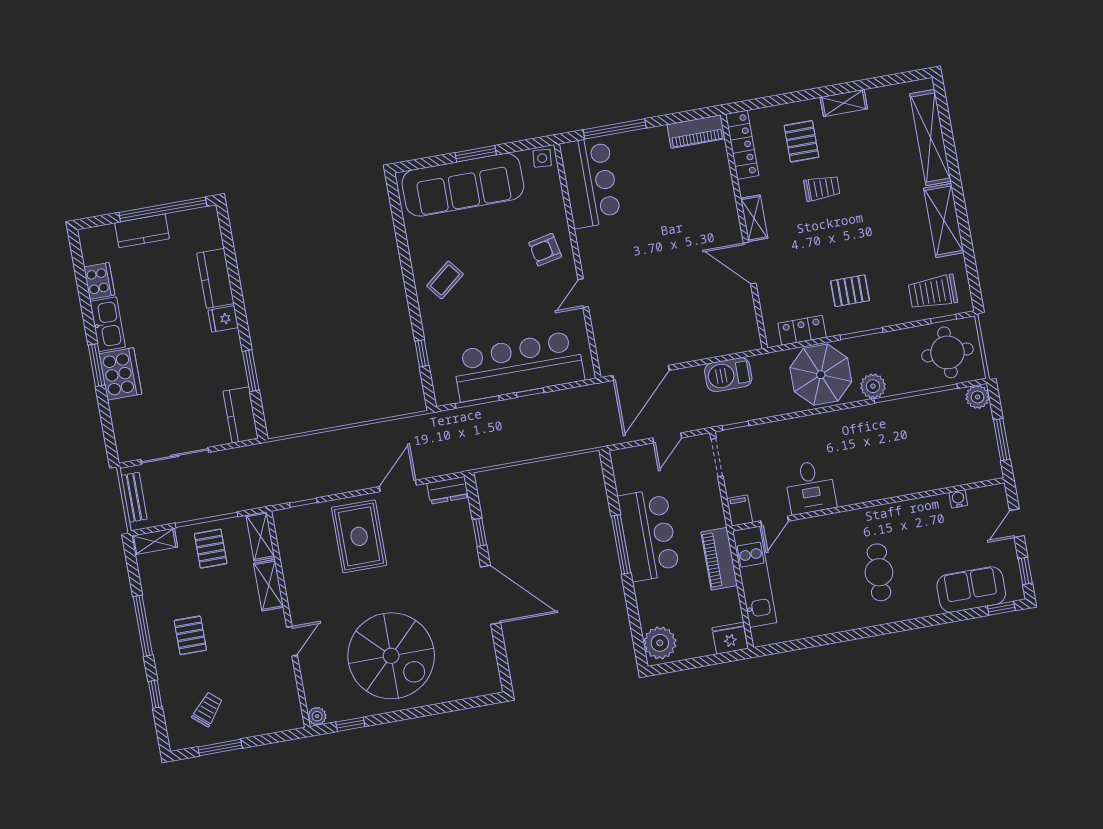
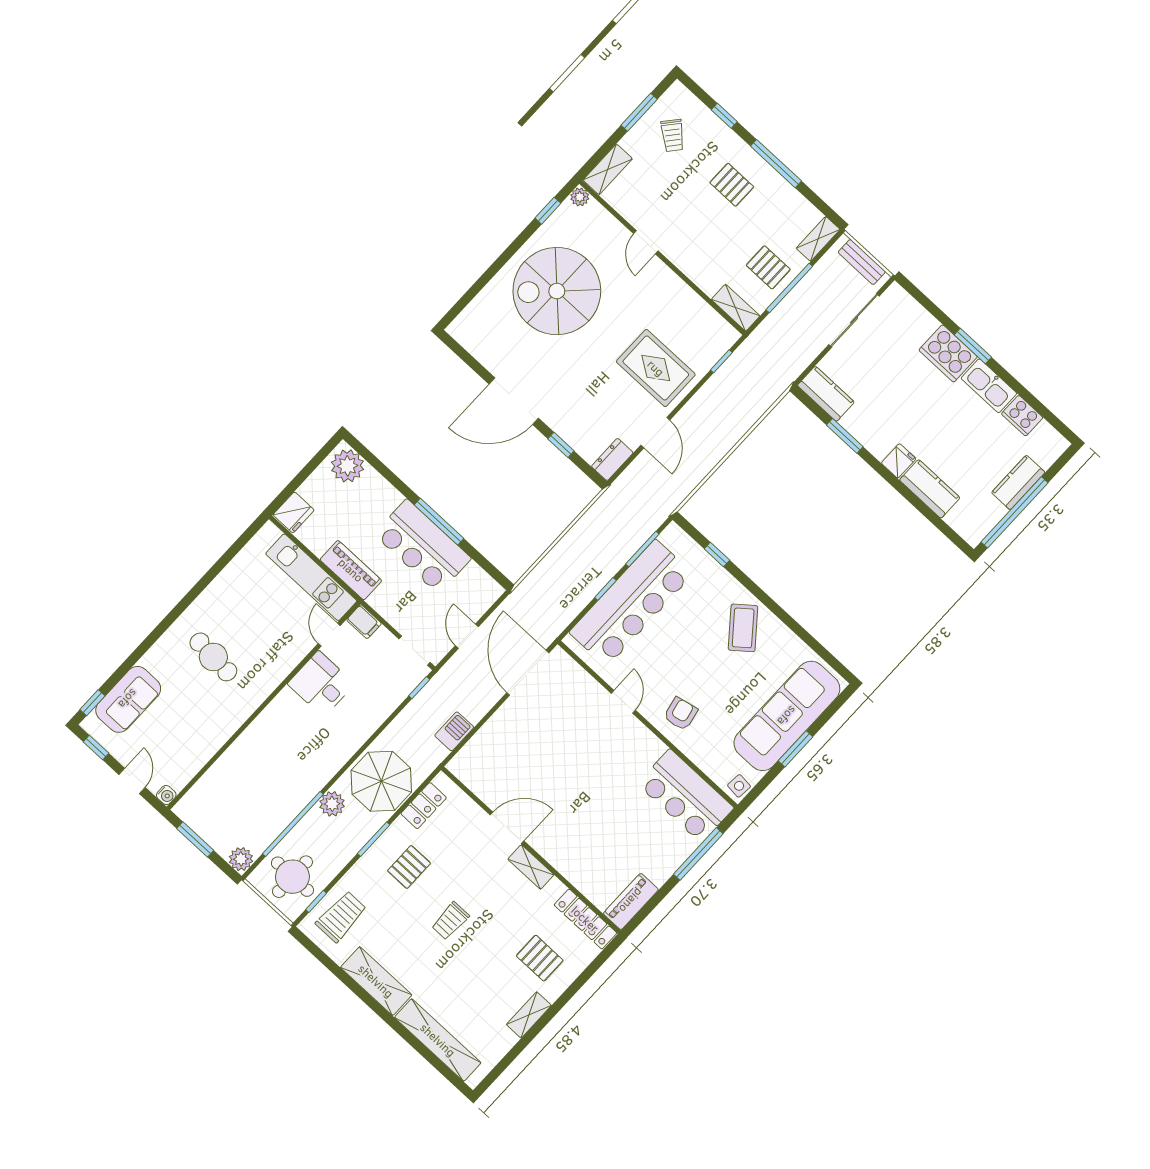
trolley: (822, 188) -> (450, 921), moved
coffee table: (445, 280) -> (743, 628), width x1.36, depth x1.30
barbecue: (728, 375) -> (454, 731), width x0.73, depth x0.79
water cooler: (958, 499) -> (166, 795), moved
shelving: (269, 585) -> (608, 169), moved, turned 90

